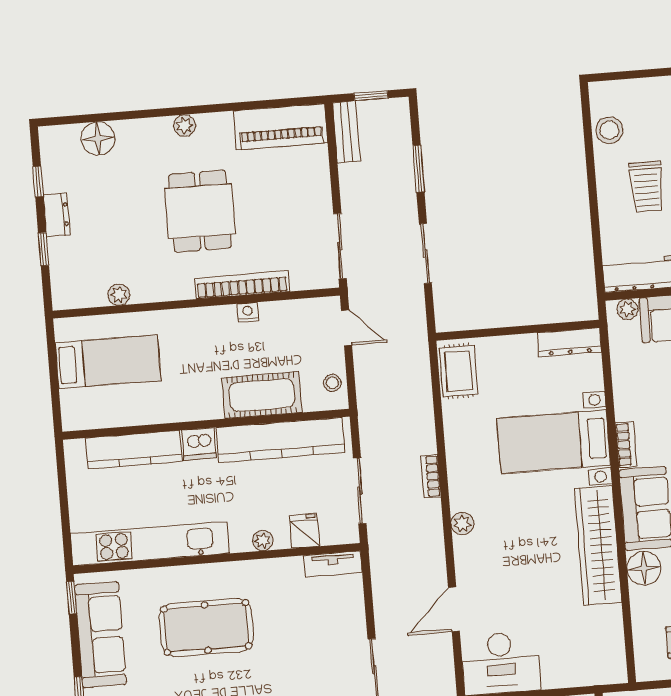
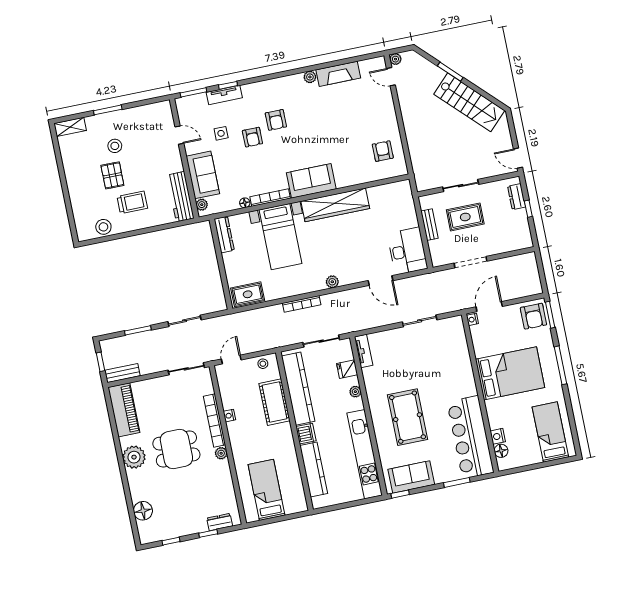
plant: (185, 126) -> (134, 457), width x1.88, depth x1.88
dresser: (57, 215) -> (220, 522), moved
plant: (119, 295) -> (221, 453), moved
bookcase: (626, 444) -> (270, 198), width x1.56
bookcase: (431, 476) -> (302, 304), width x1.56
floor lamp: (644, 568) -> (245, 203), moved, width x0.53, depth x0.53
sofa: (101, 635) -> (411, 477), width x0.73

